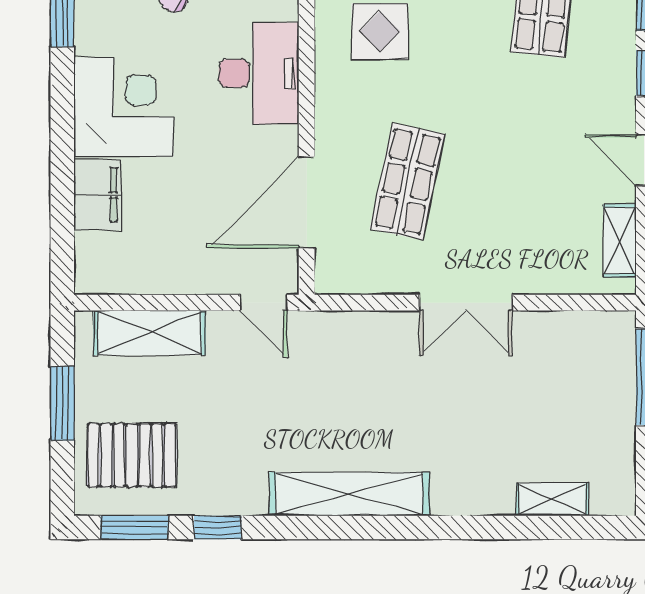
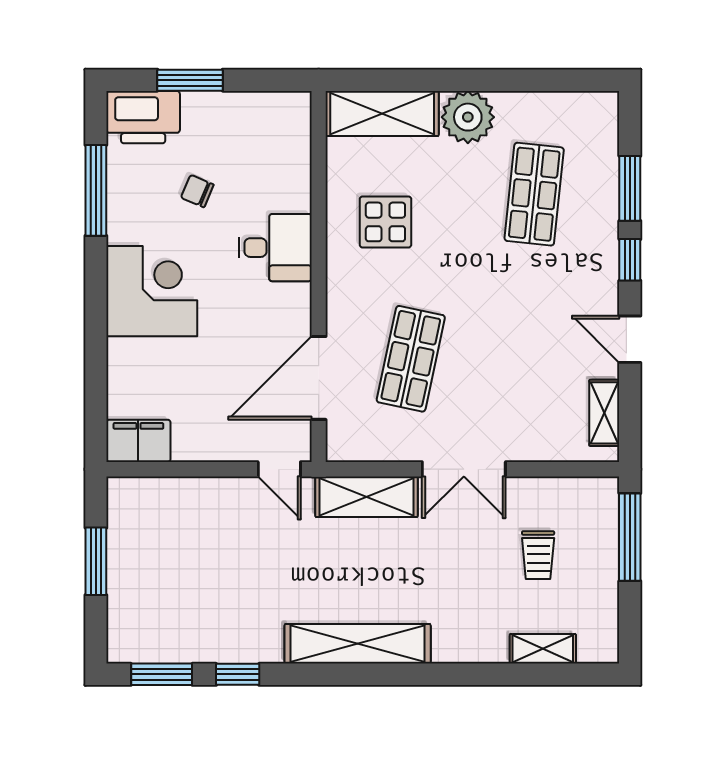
desk: (259, 73) -> (275, 248), width x0.73
filing cabinet: (97, 195) -> (138, 441), moved, turned -90
shelving: (150, 333) -> (367, 497), moved
trolley: (547, 397) -> (538, 555), added
pallet: (132, 455) -> (159, 609), removed

